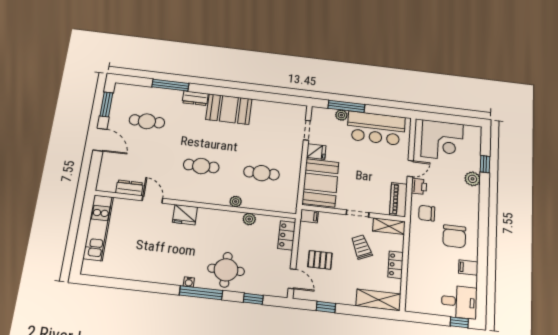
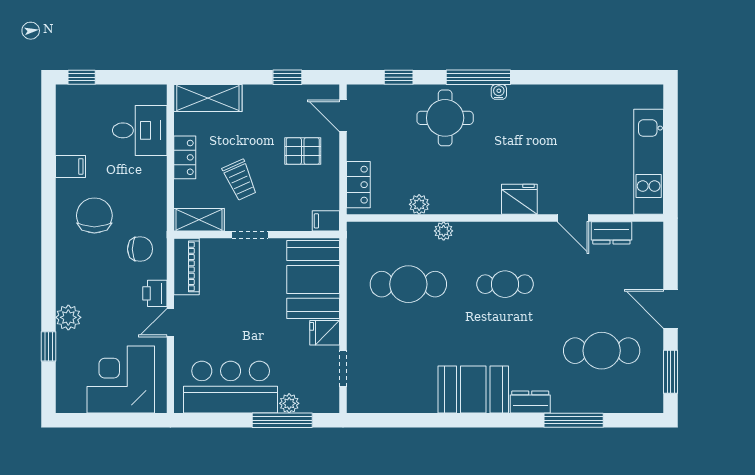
cafe table: (147, 121) -> (602, 351), width x1.37, depth x1.35
cafe table: (261, 173) -> (408, 284), width x1.37, depth x1.35
desk: (459, 302) -> (140, 130), moved, turned 180

